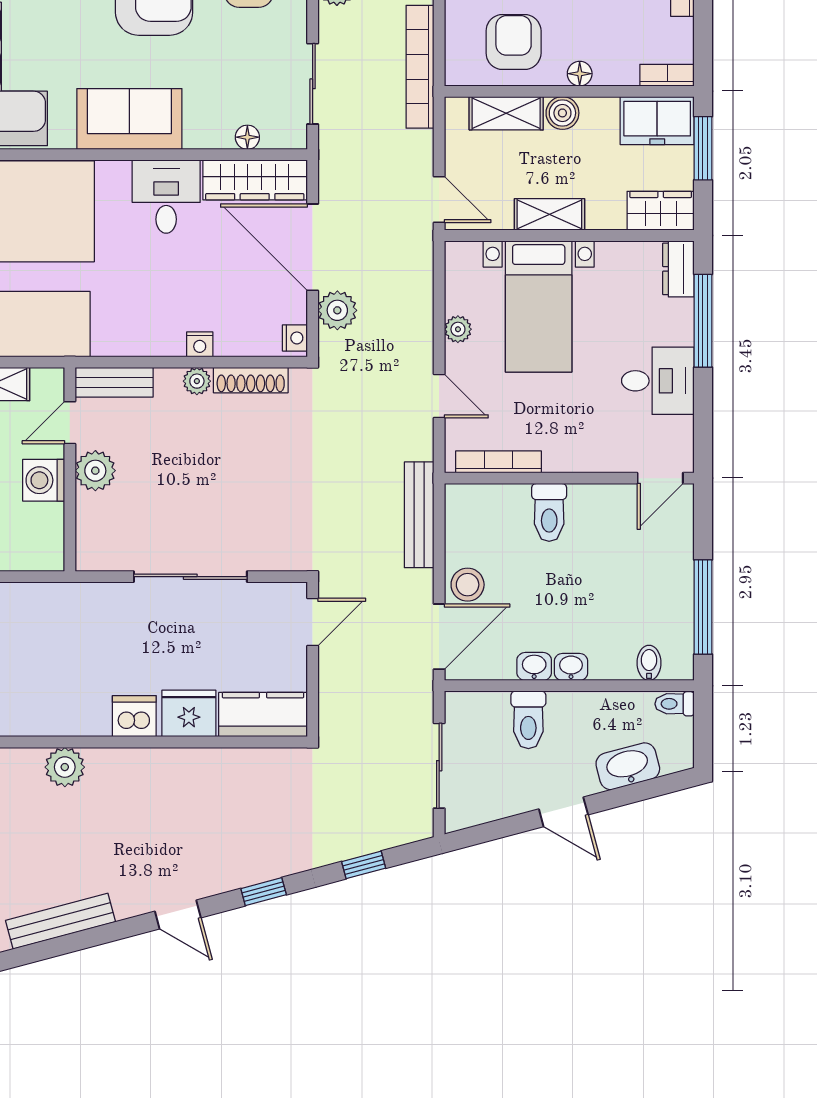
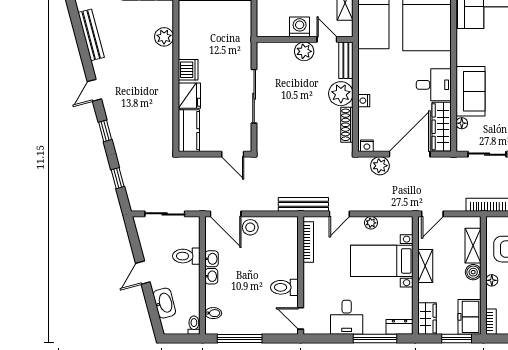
sofa: (129, 119) -> (470, 91), moved
plant: (197, 381) -> (341, 94), width x1.88, depth x1.88
toilet: (549, 512) -> (284, 287), moved
bench: (419, 515) -> (303, 204), moved

